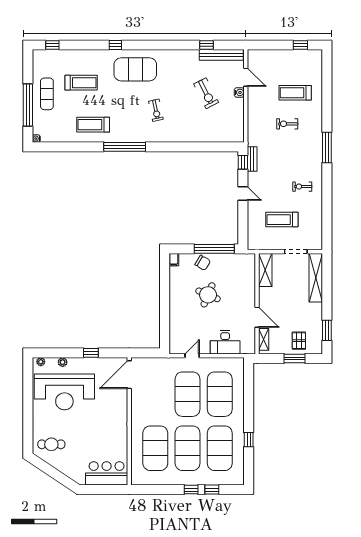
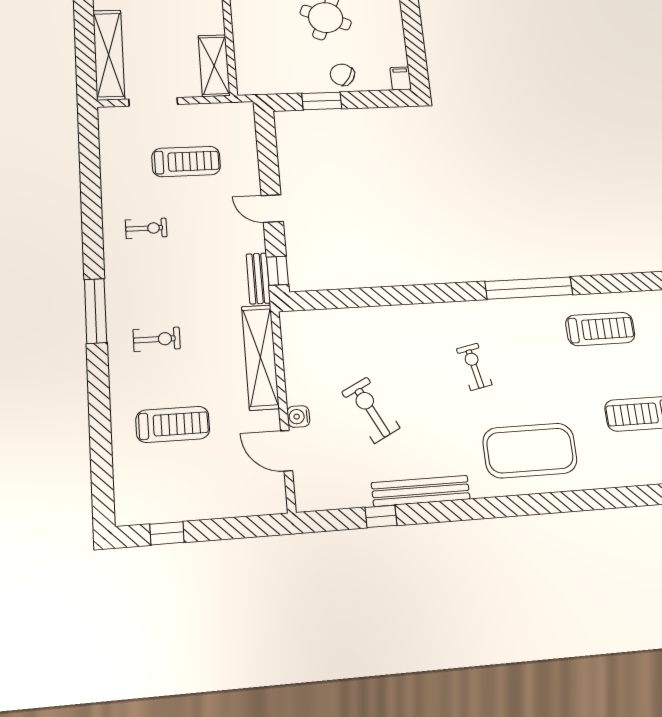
window: (115, 45) -> (580, 501), removed
bench: (221, 55) -> (421, 491), moved
shelving: (254, 121) -> (260, 357), added
exercise bike: (287, 124) -> (157, 339), moved
window: (214, 249) -> (322, 101), width x0.47

